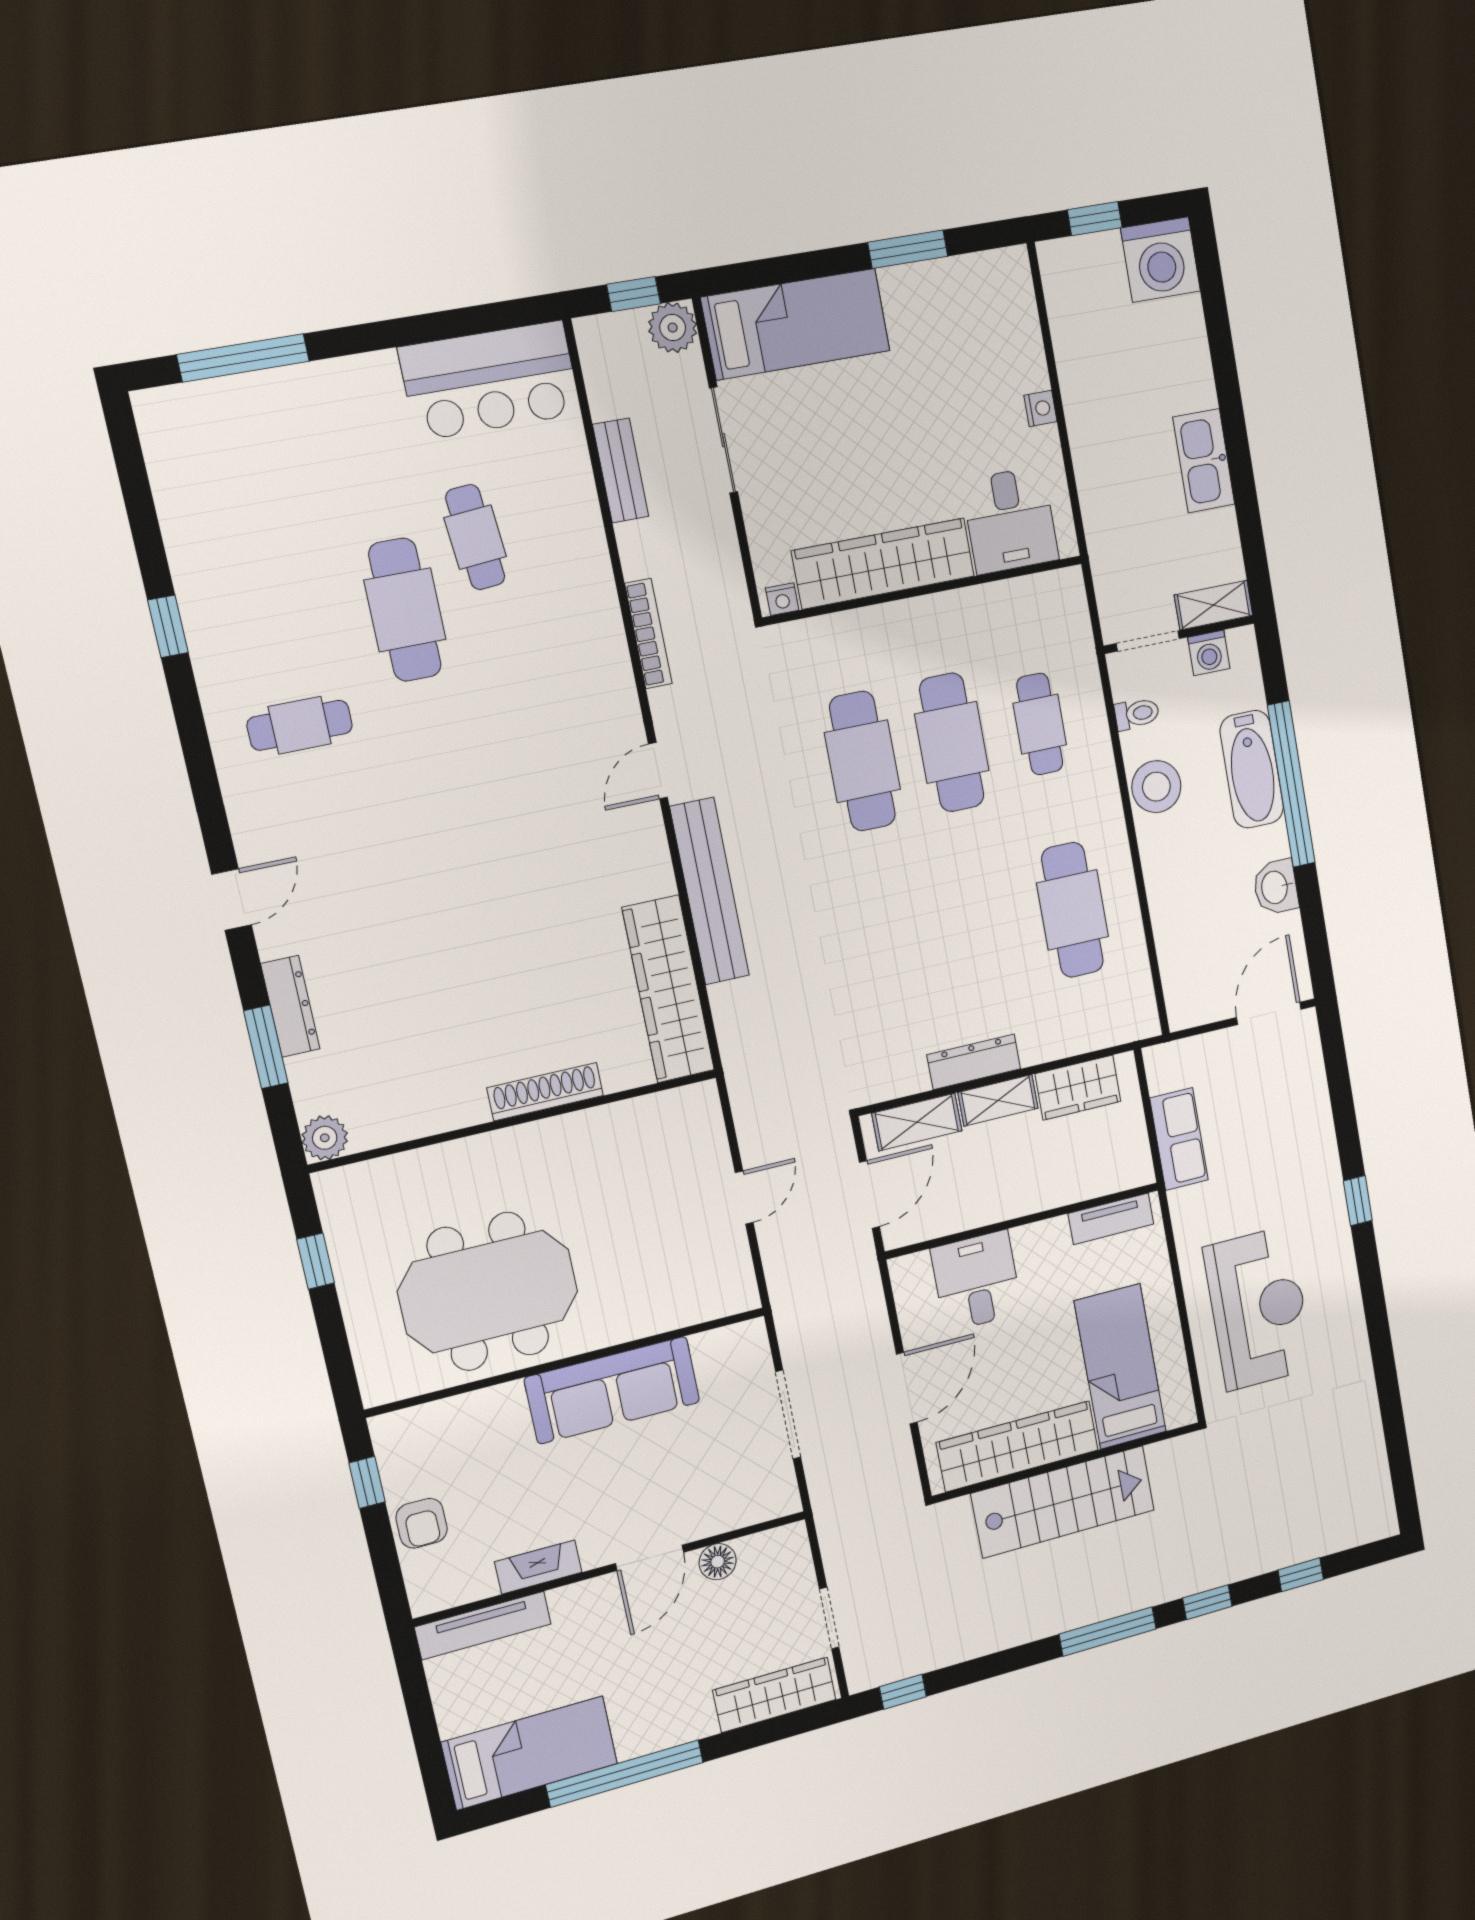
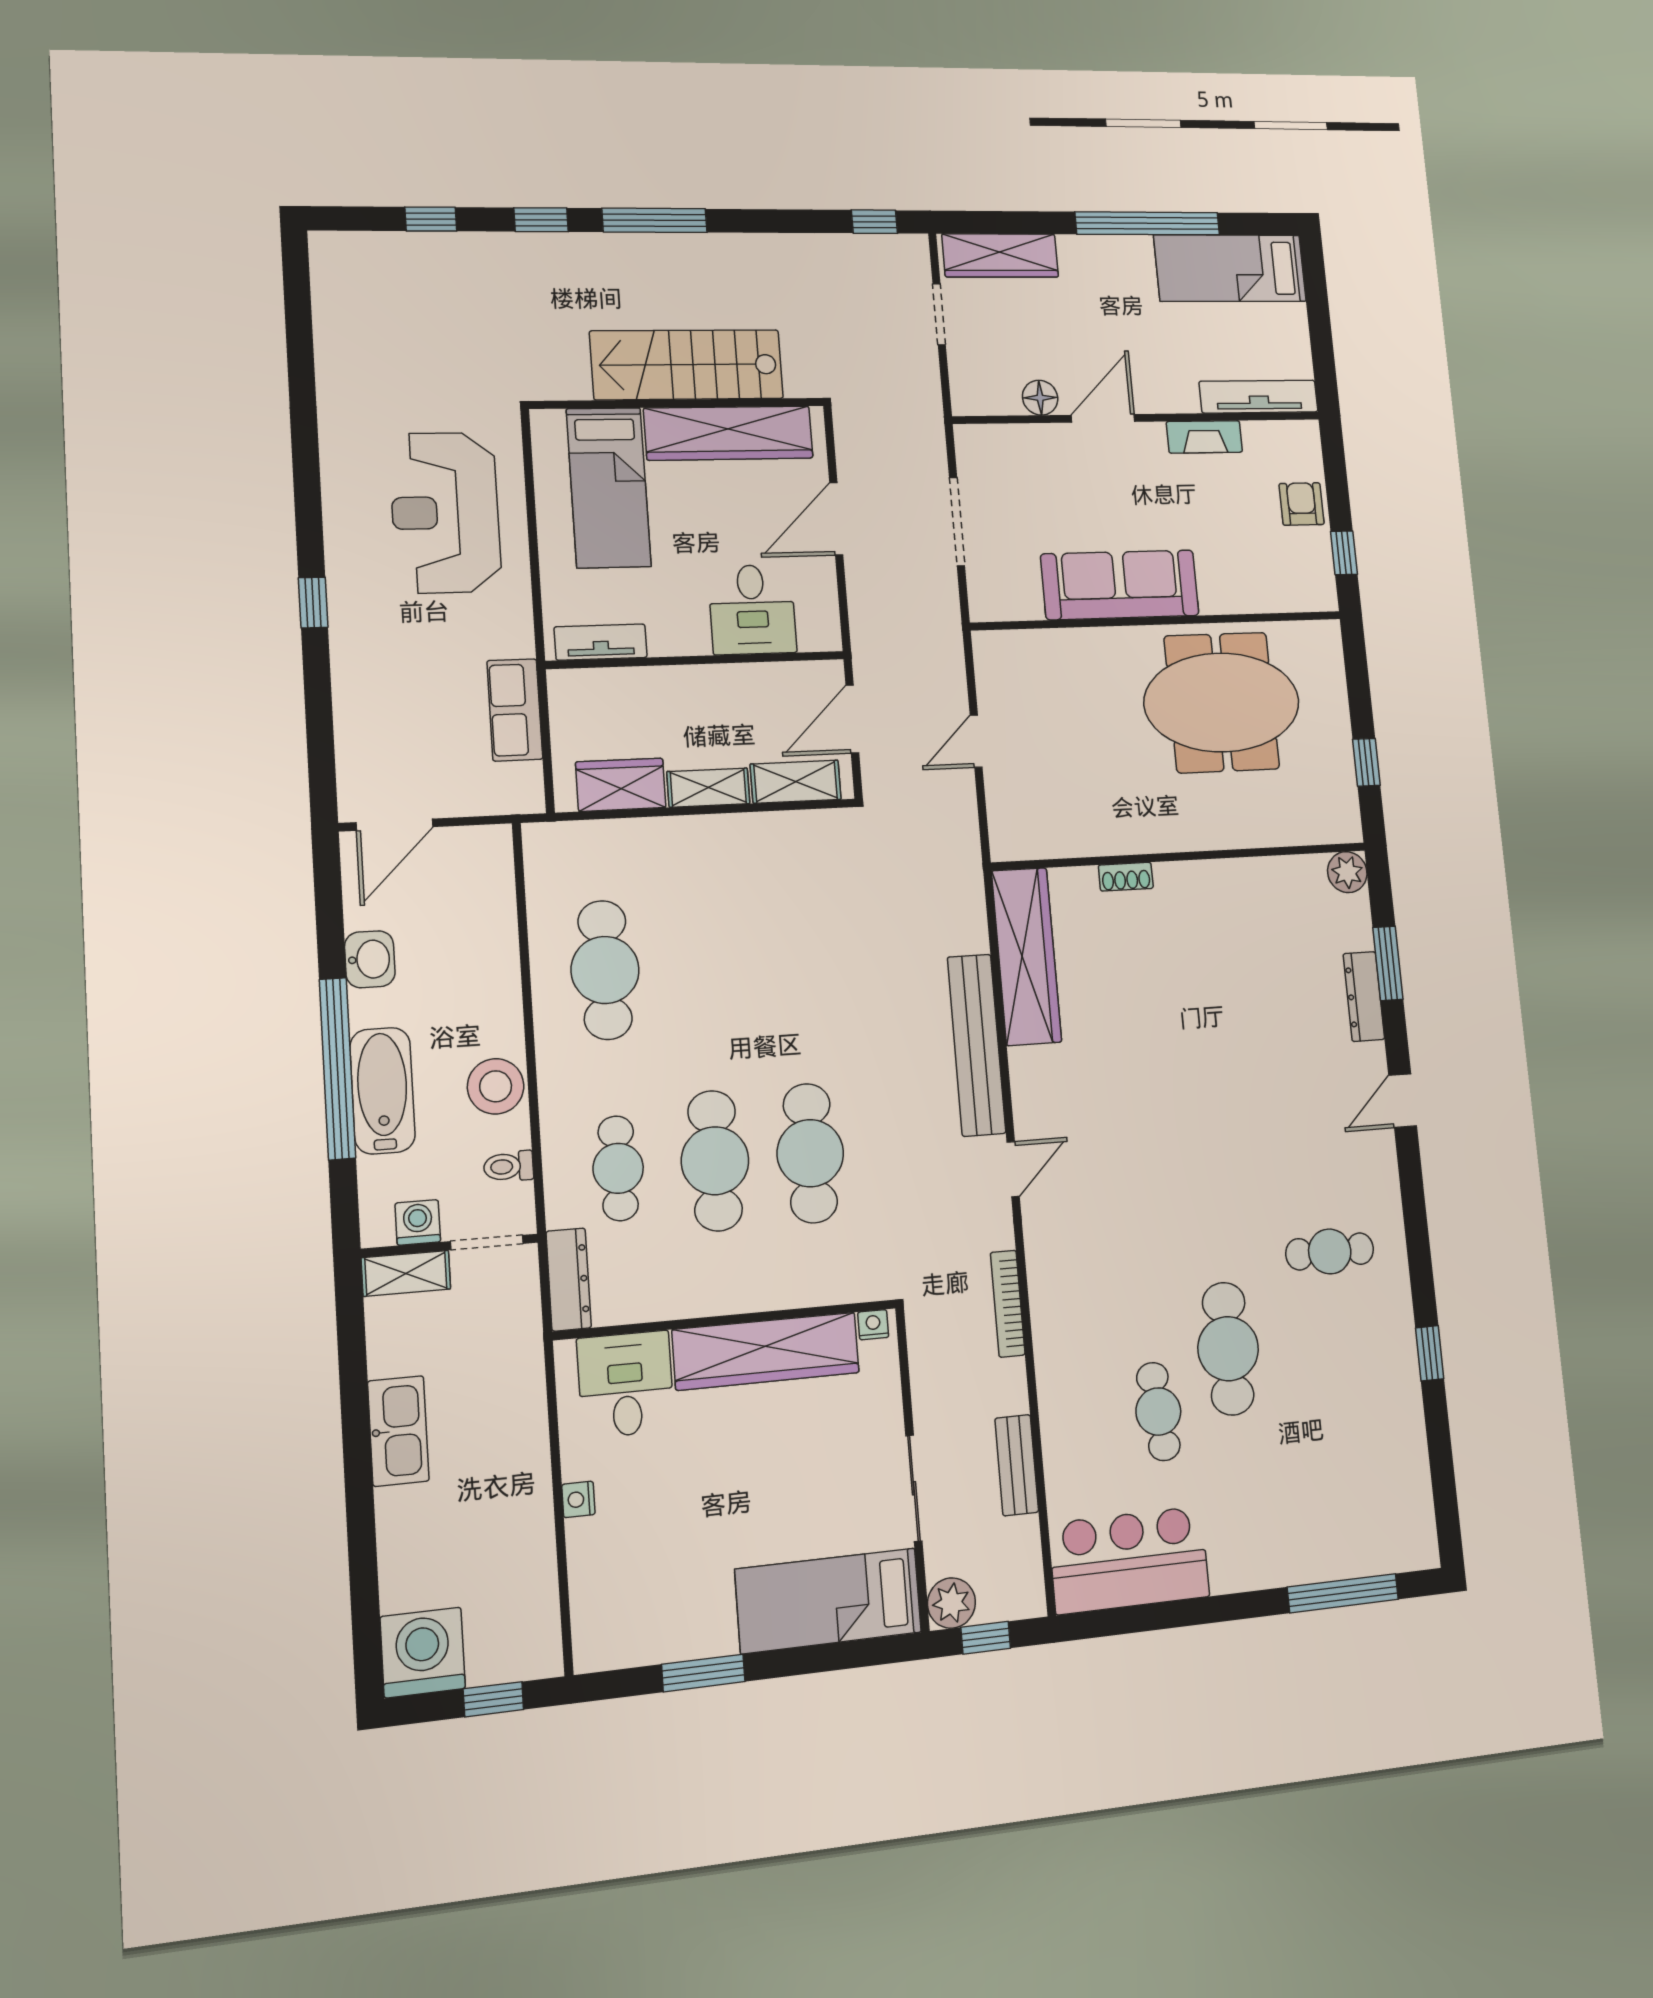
dresser: (974, 1062) -> (569, 1279), moved, turned -90
shoe rack: (545, 1092) -> (1126, 877), width x0.51, depth x0.81

